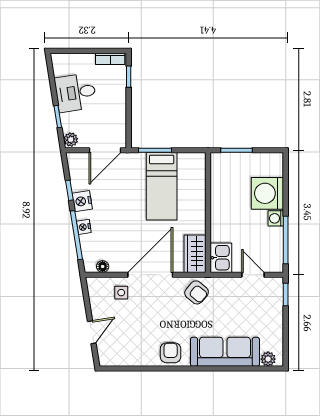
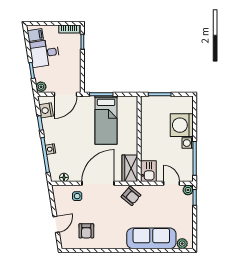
filing cabinet: (63, 67) -> (35, 35), added
nightstand: (82, 201) -> (46, 110), moved
plant: (276, 284) -> (188, 190), added
armchair: (171, 353) -> (86, 231), moved, turned 180

